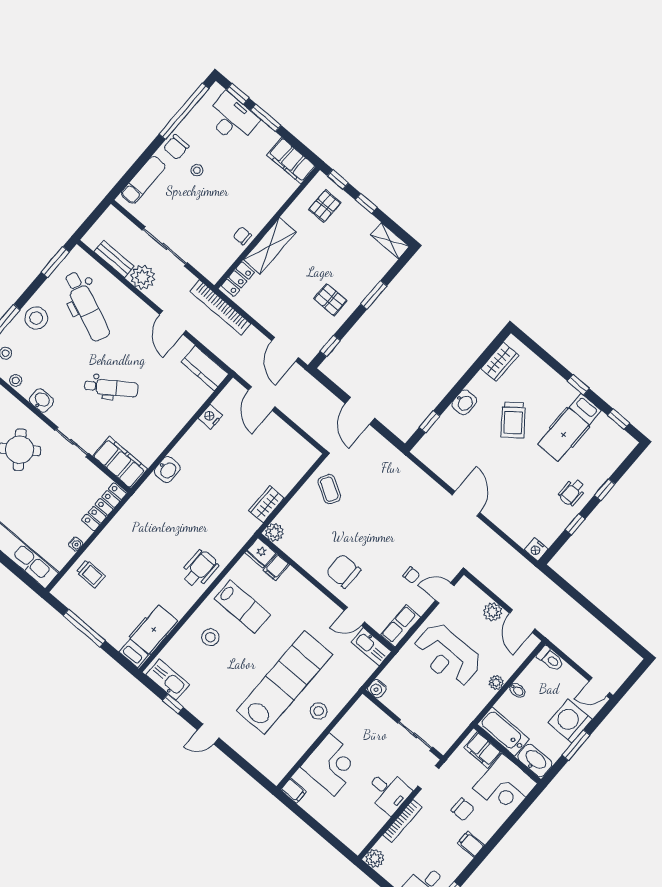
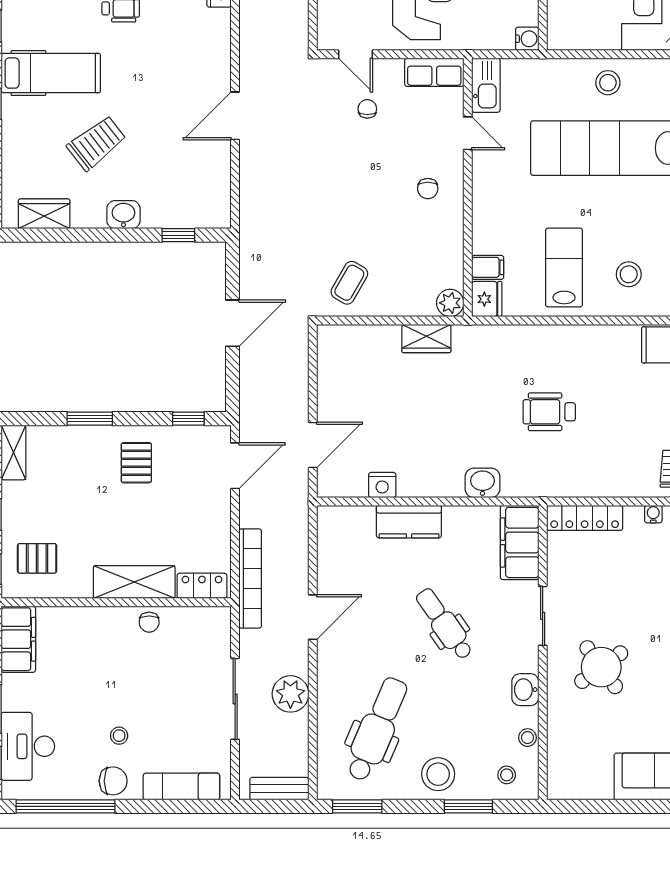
bench: (114, 259) -> (279, 789), moved, turned 90
kitchen counter: (205, 368) -> (409, 522), moved, turned 90
wheelchair: (200, 569) -> (549, 412), moved
chair: (343, 571) -> (428, 189), width x0.54, depth x0.54

